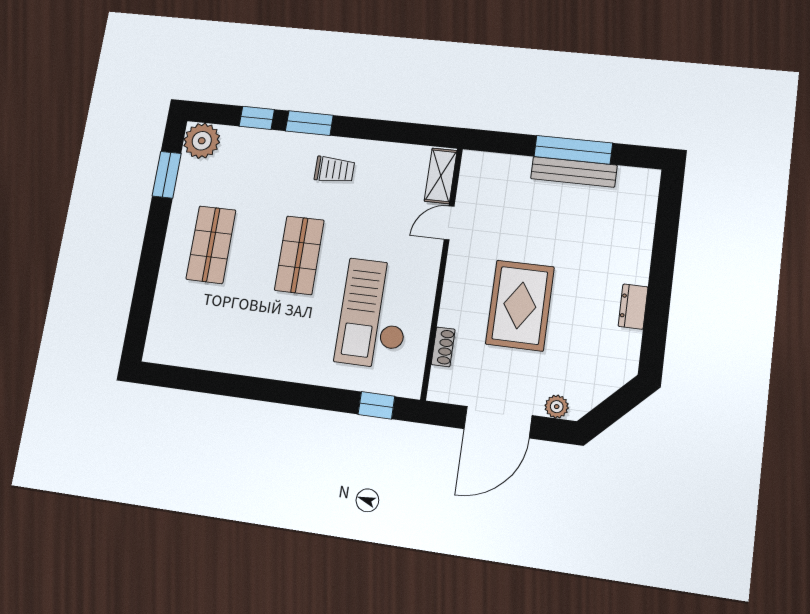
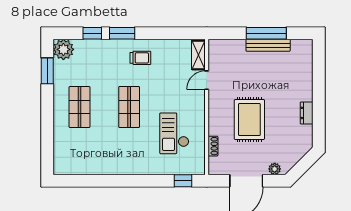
checkout: (374, 314) -> (174, 133), width x0.73, depth x0.83

